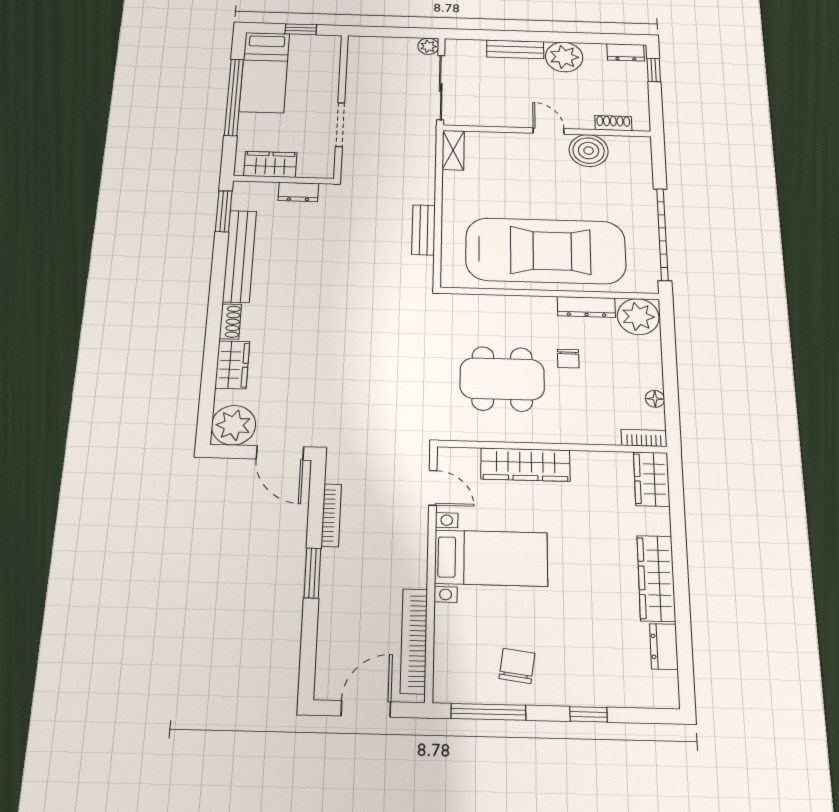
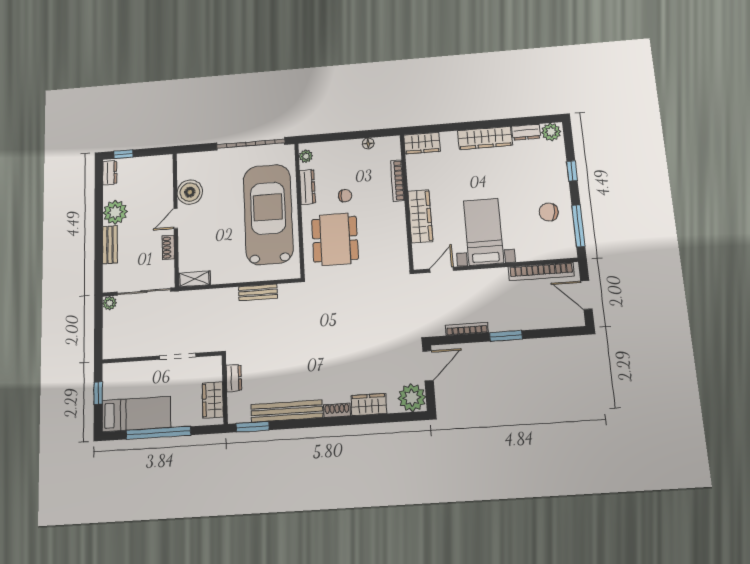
shoe rack: (613, 123) -> (168, 248), moved
plant: (638, 317) -> (306, 156), width x0.53, depth x0.53
dining table: (502, 379) -> (335, 239), moved
bookcase: (644, 438) -> (397, 181), moved, width x1.56
plant: (662, 688) -> (551, 132), added

